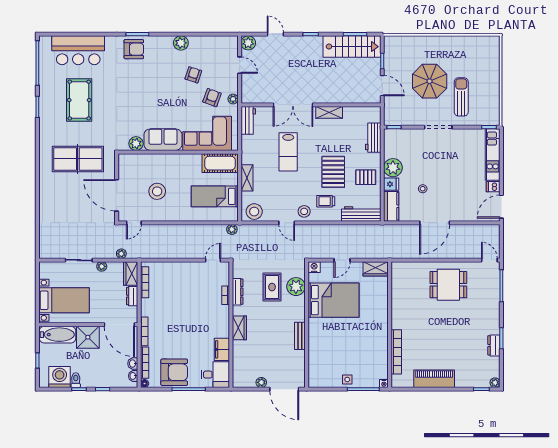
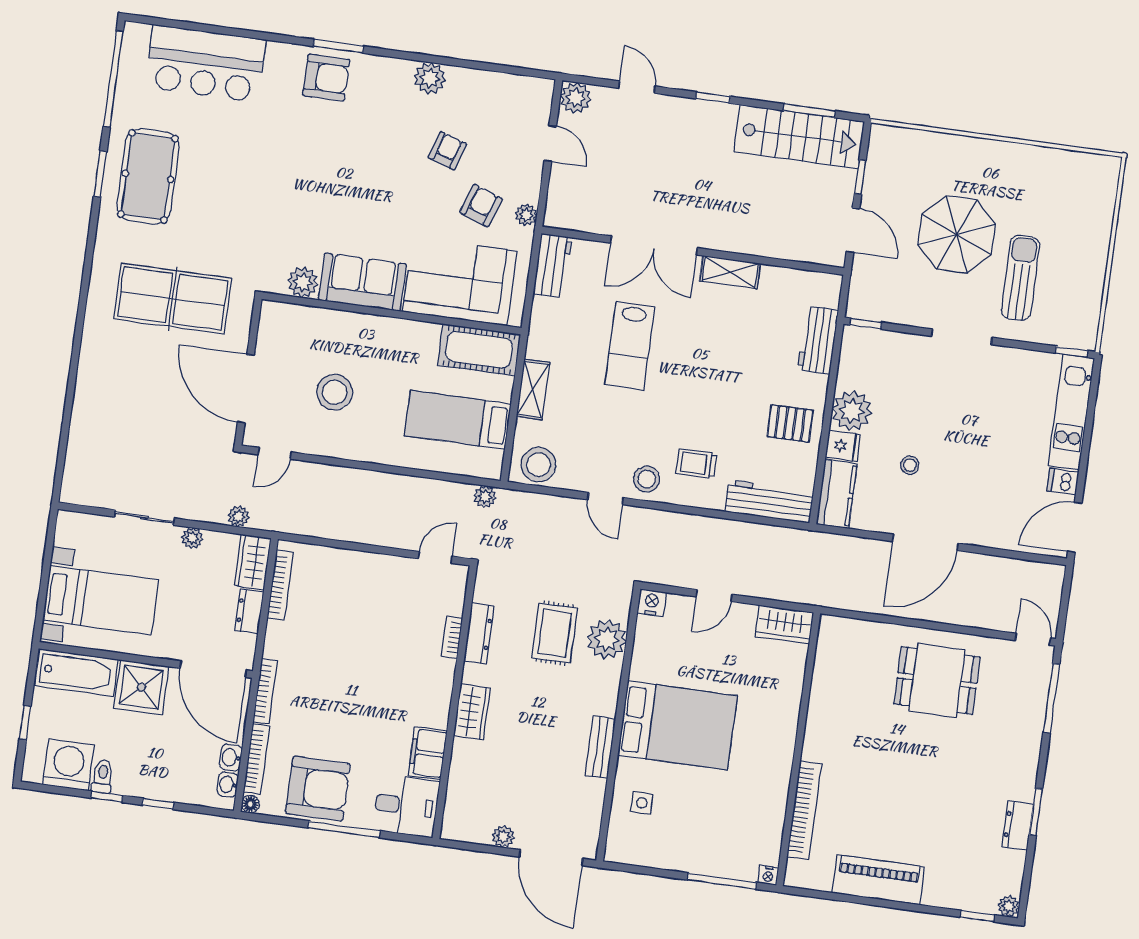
pool table: (79, 100) -> (148, 176), moved
pallet: (333, 172) -> (721, 402), removed
bed: (333, 300) -> (677, 725), moved
side table: (347, 380) -> (642, 803), moved

